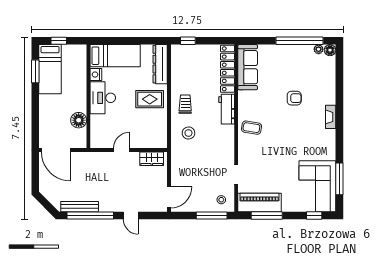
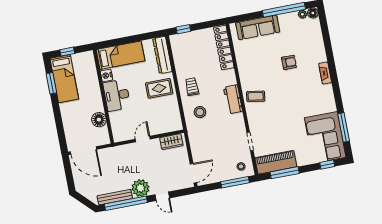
sofa: (248, 67) -> (258, 27), moved, turned 90
workbench: (227, 109) -> (233, 99), moved
plant: (109, 202) -> (140, 188), added

